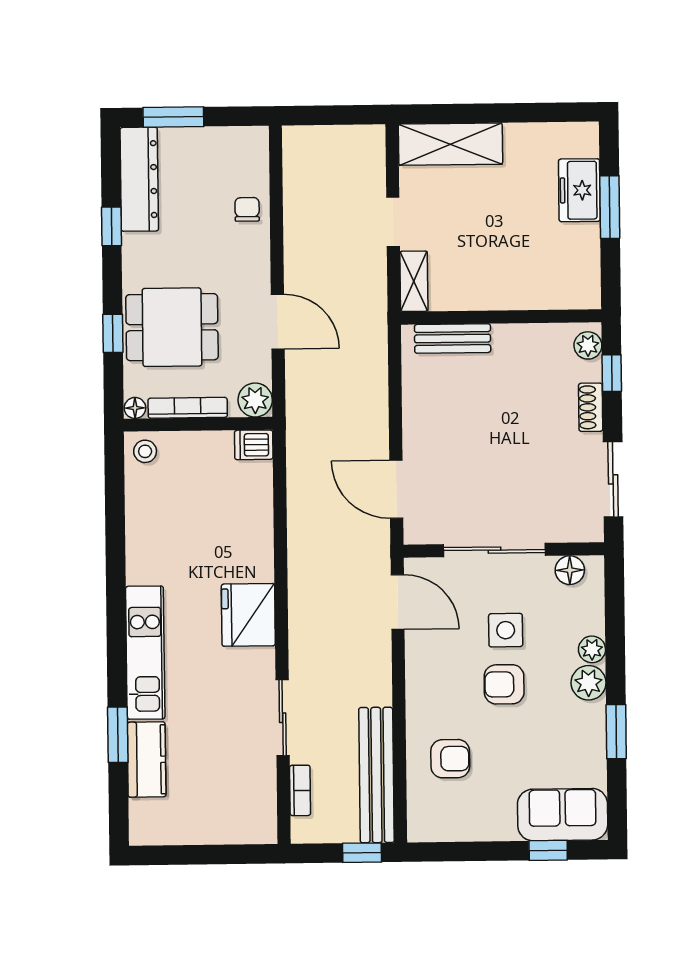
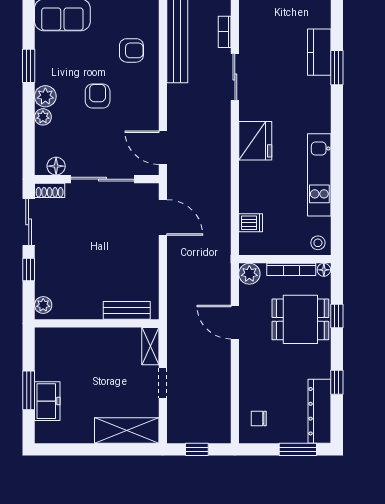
window: (337, 115) -> (197, 449), added
chair: (247, 209) -> (259, 418), moved, turned 90
window: (612, 373) -> (29, 270), moved
shoe rack: (591, 407) -> (50, 190), moved, turned 90
dishwasher: (254, 445) -> (251, 223), moved
side table: (506, 630) -> (96, 129), removed
kitchen unit: (145, 653) -> (319, 175), moved
armchair: (504, 684) -> (98, 96), turned -90
armchair: (450, 759) -> (131, 50), turned 180

